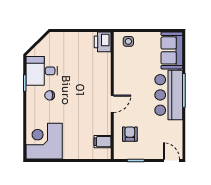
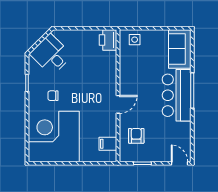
desk: (42, 71) -> (51, 55), moved, turned 45
corner desk: (44, 141) -> (54, 136), width x1.36, depth x1.36

